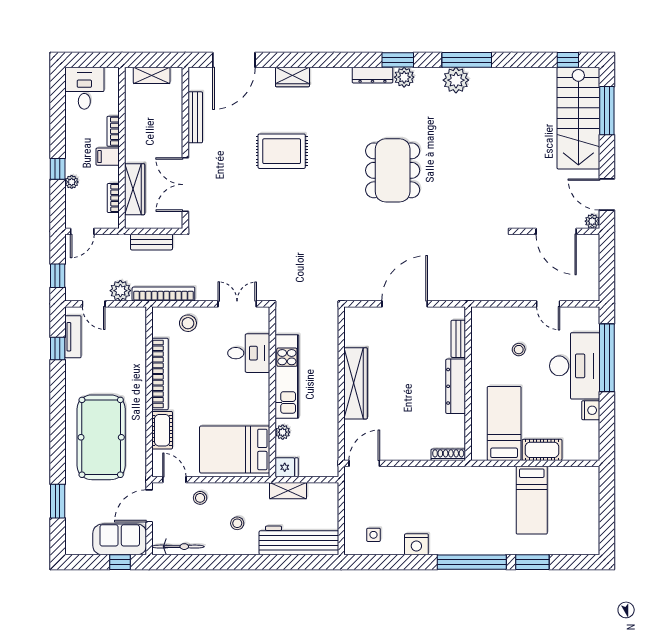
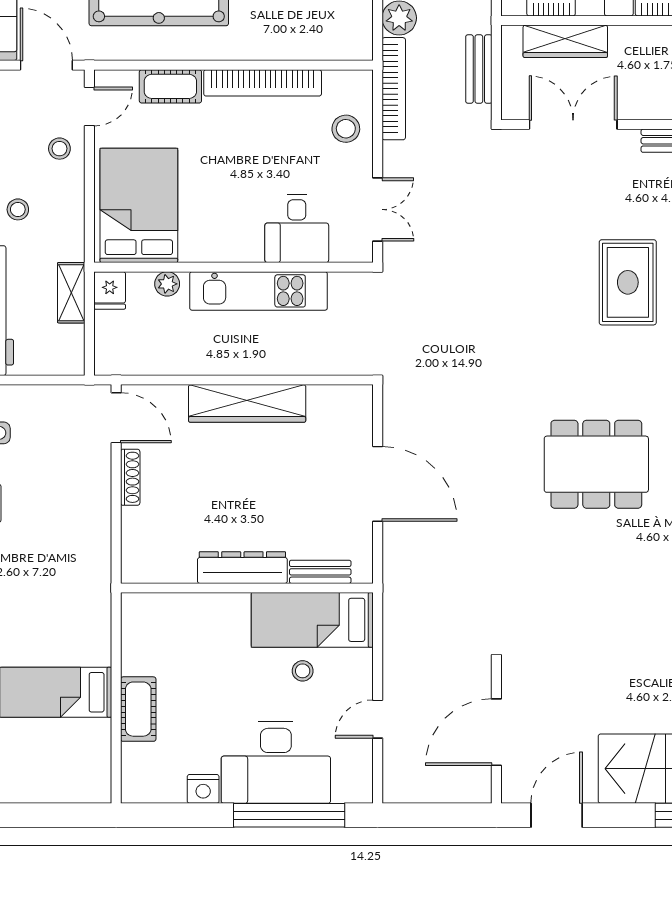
plant: (592, 221) -> (513, 791), removed
bed: (504, 423) -> (312, 620), moved, turned 180
shoe rack: (448, 455) -> (130, 477), moved

